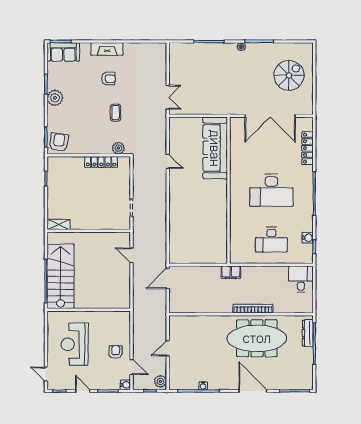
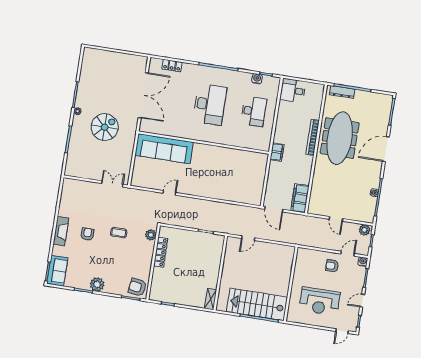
spiral stairs: (289, 75) -> (105, 127), moved, turned 90
locker: (308, 148) -> (172, 66), width x0.66
filing cabinet: (184, 305) -> (300, 198), added

